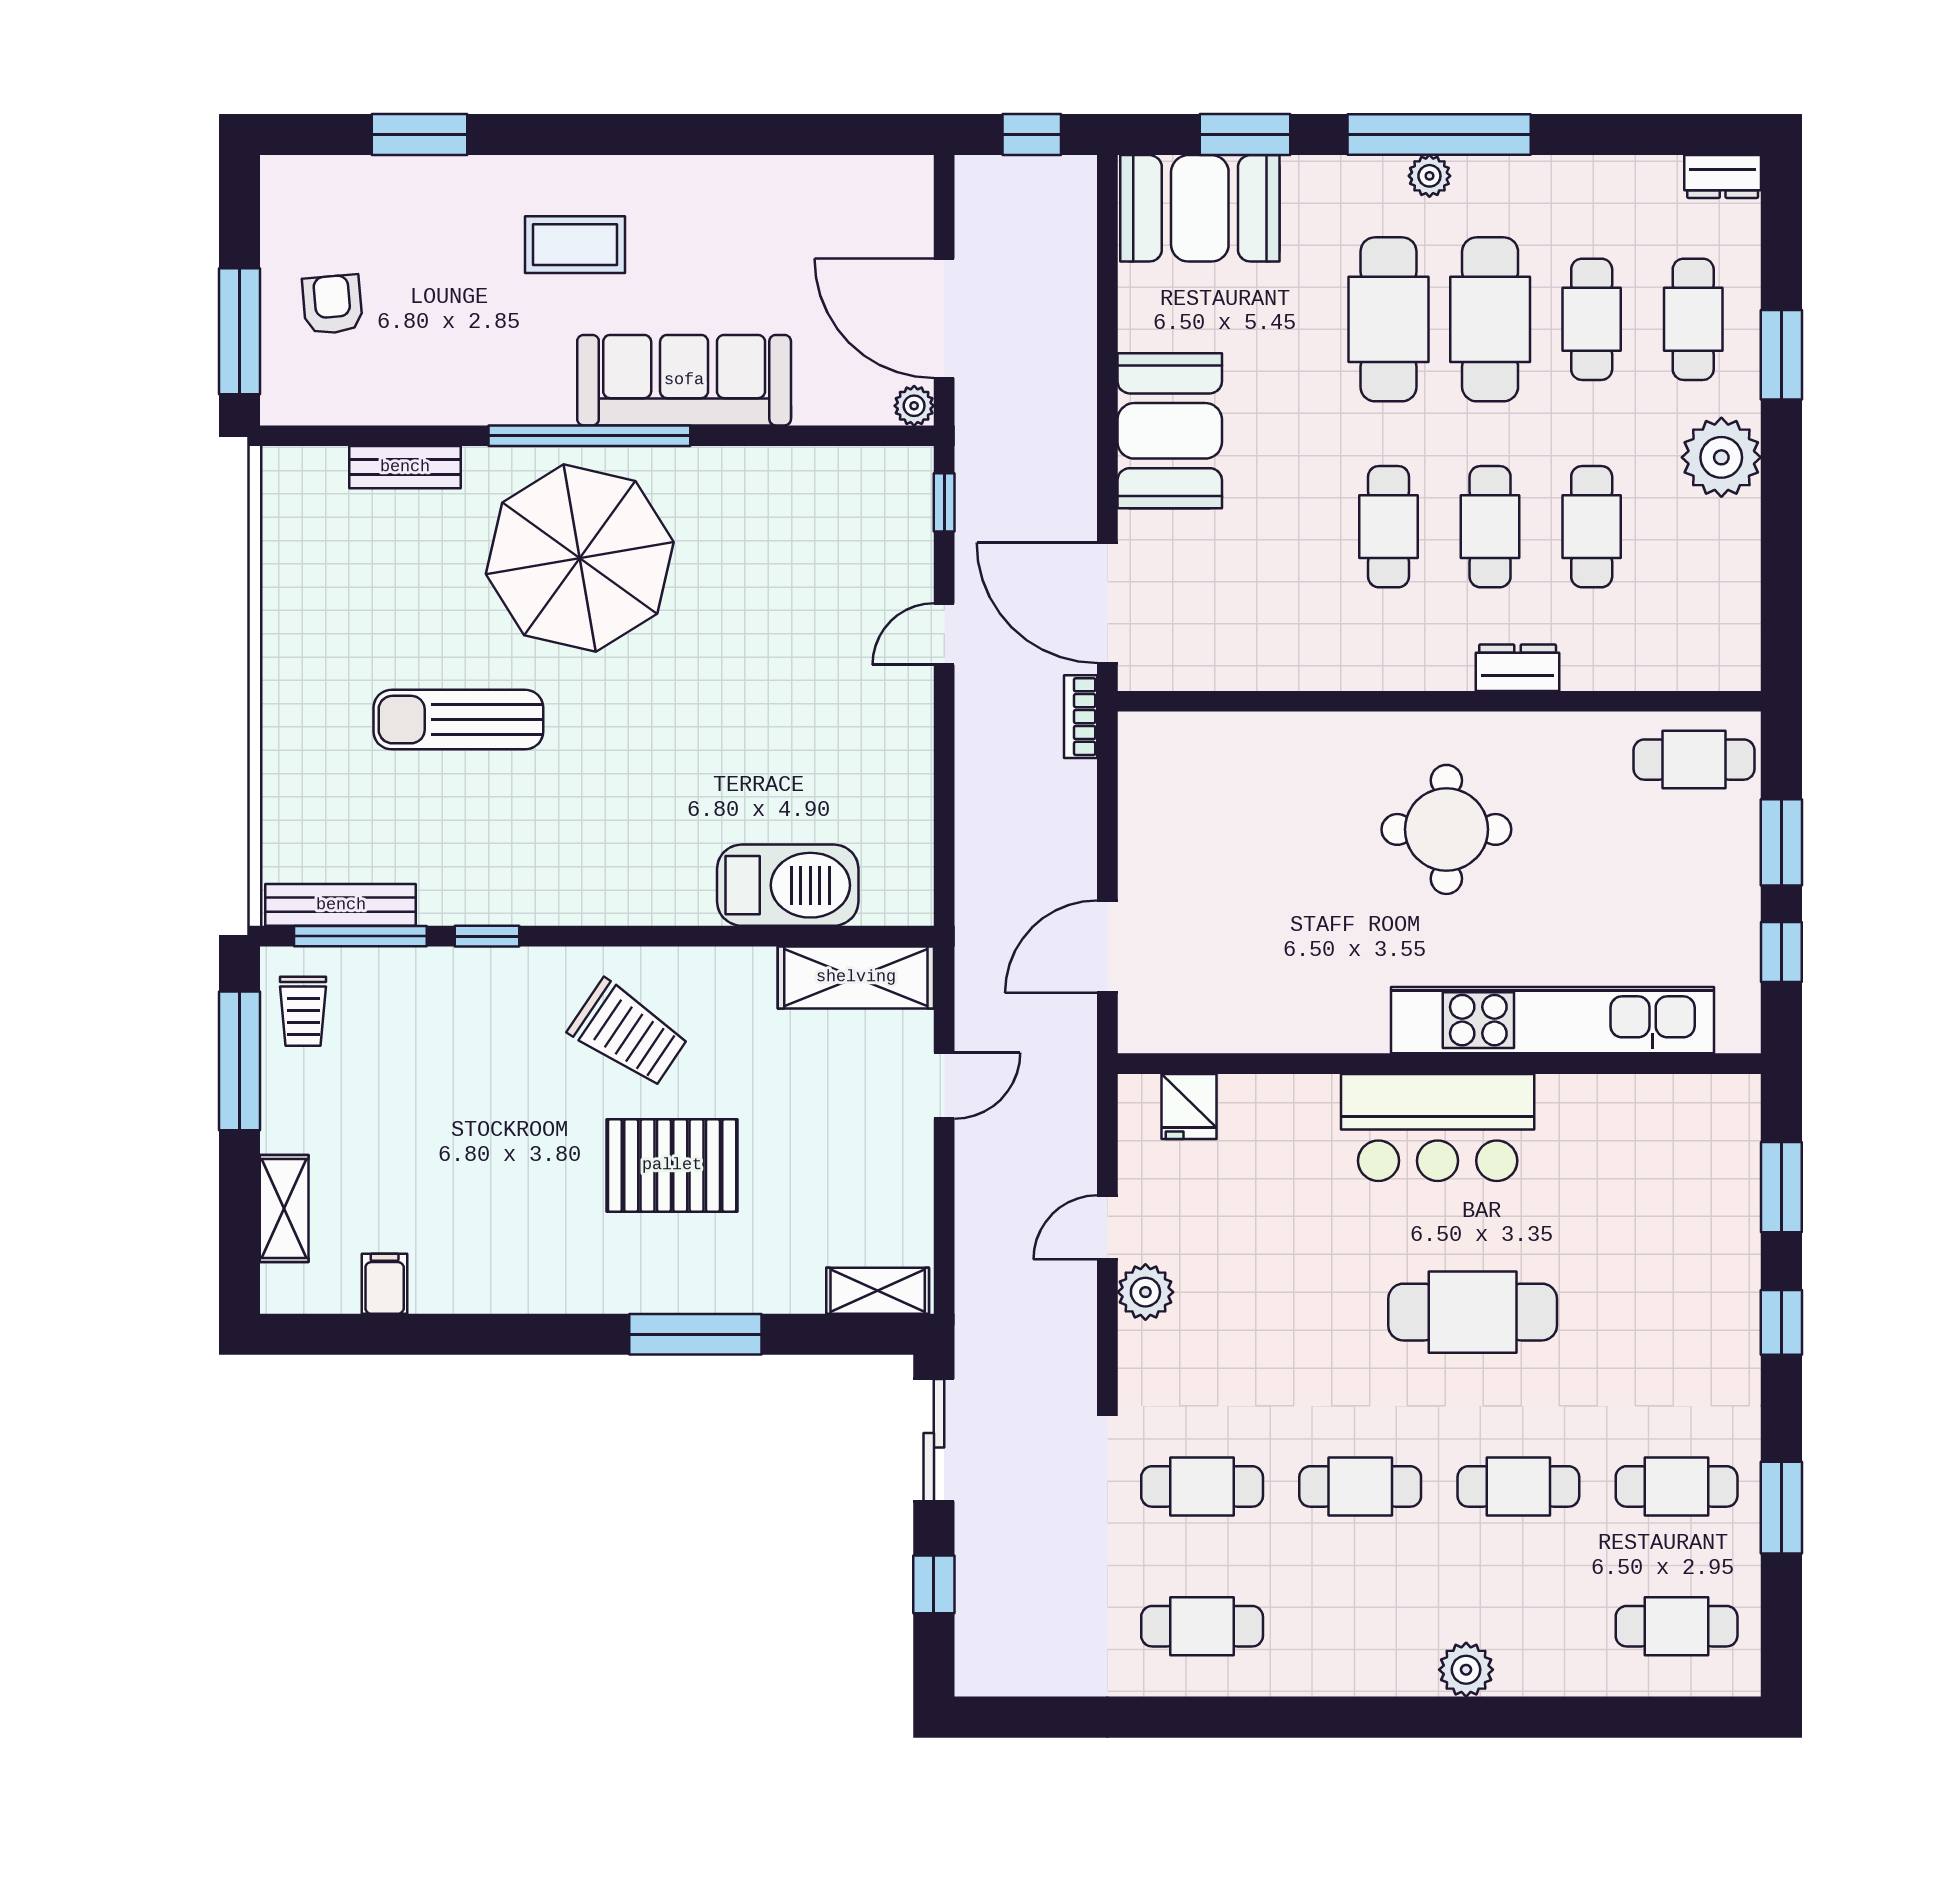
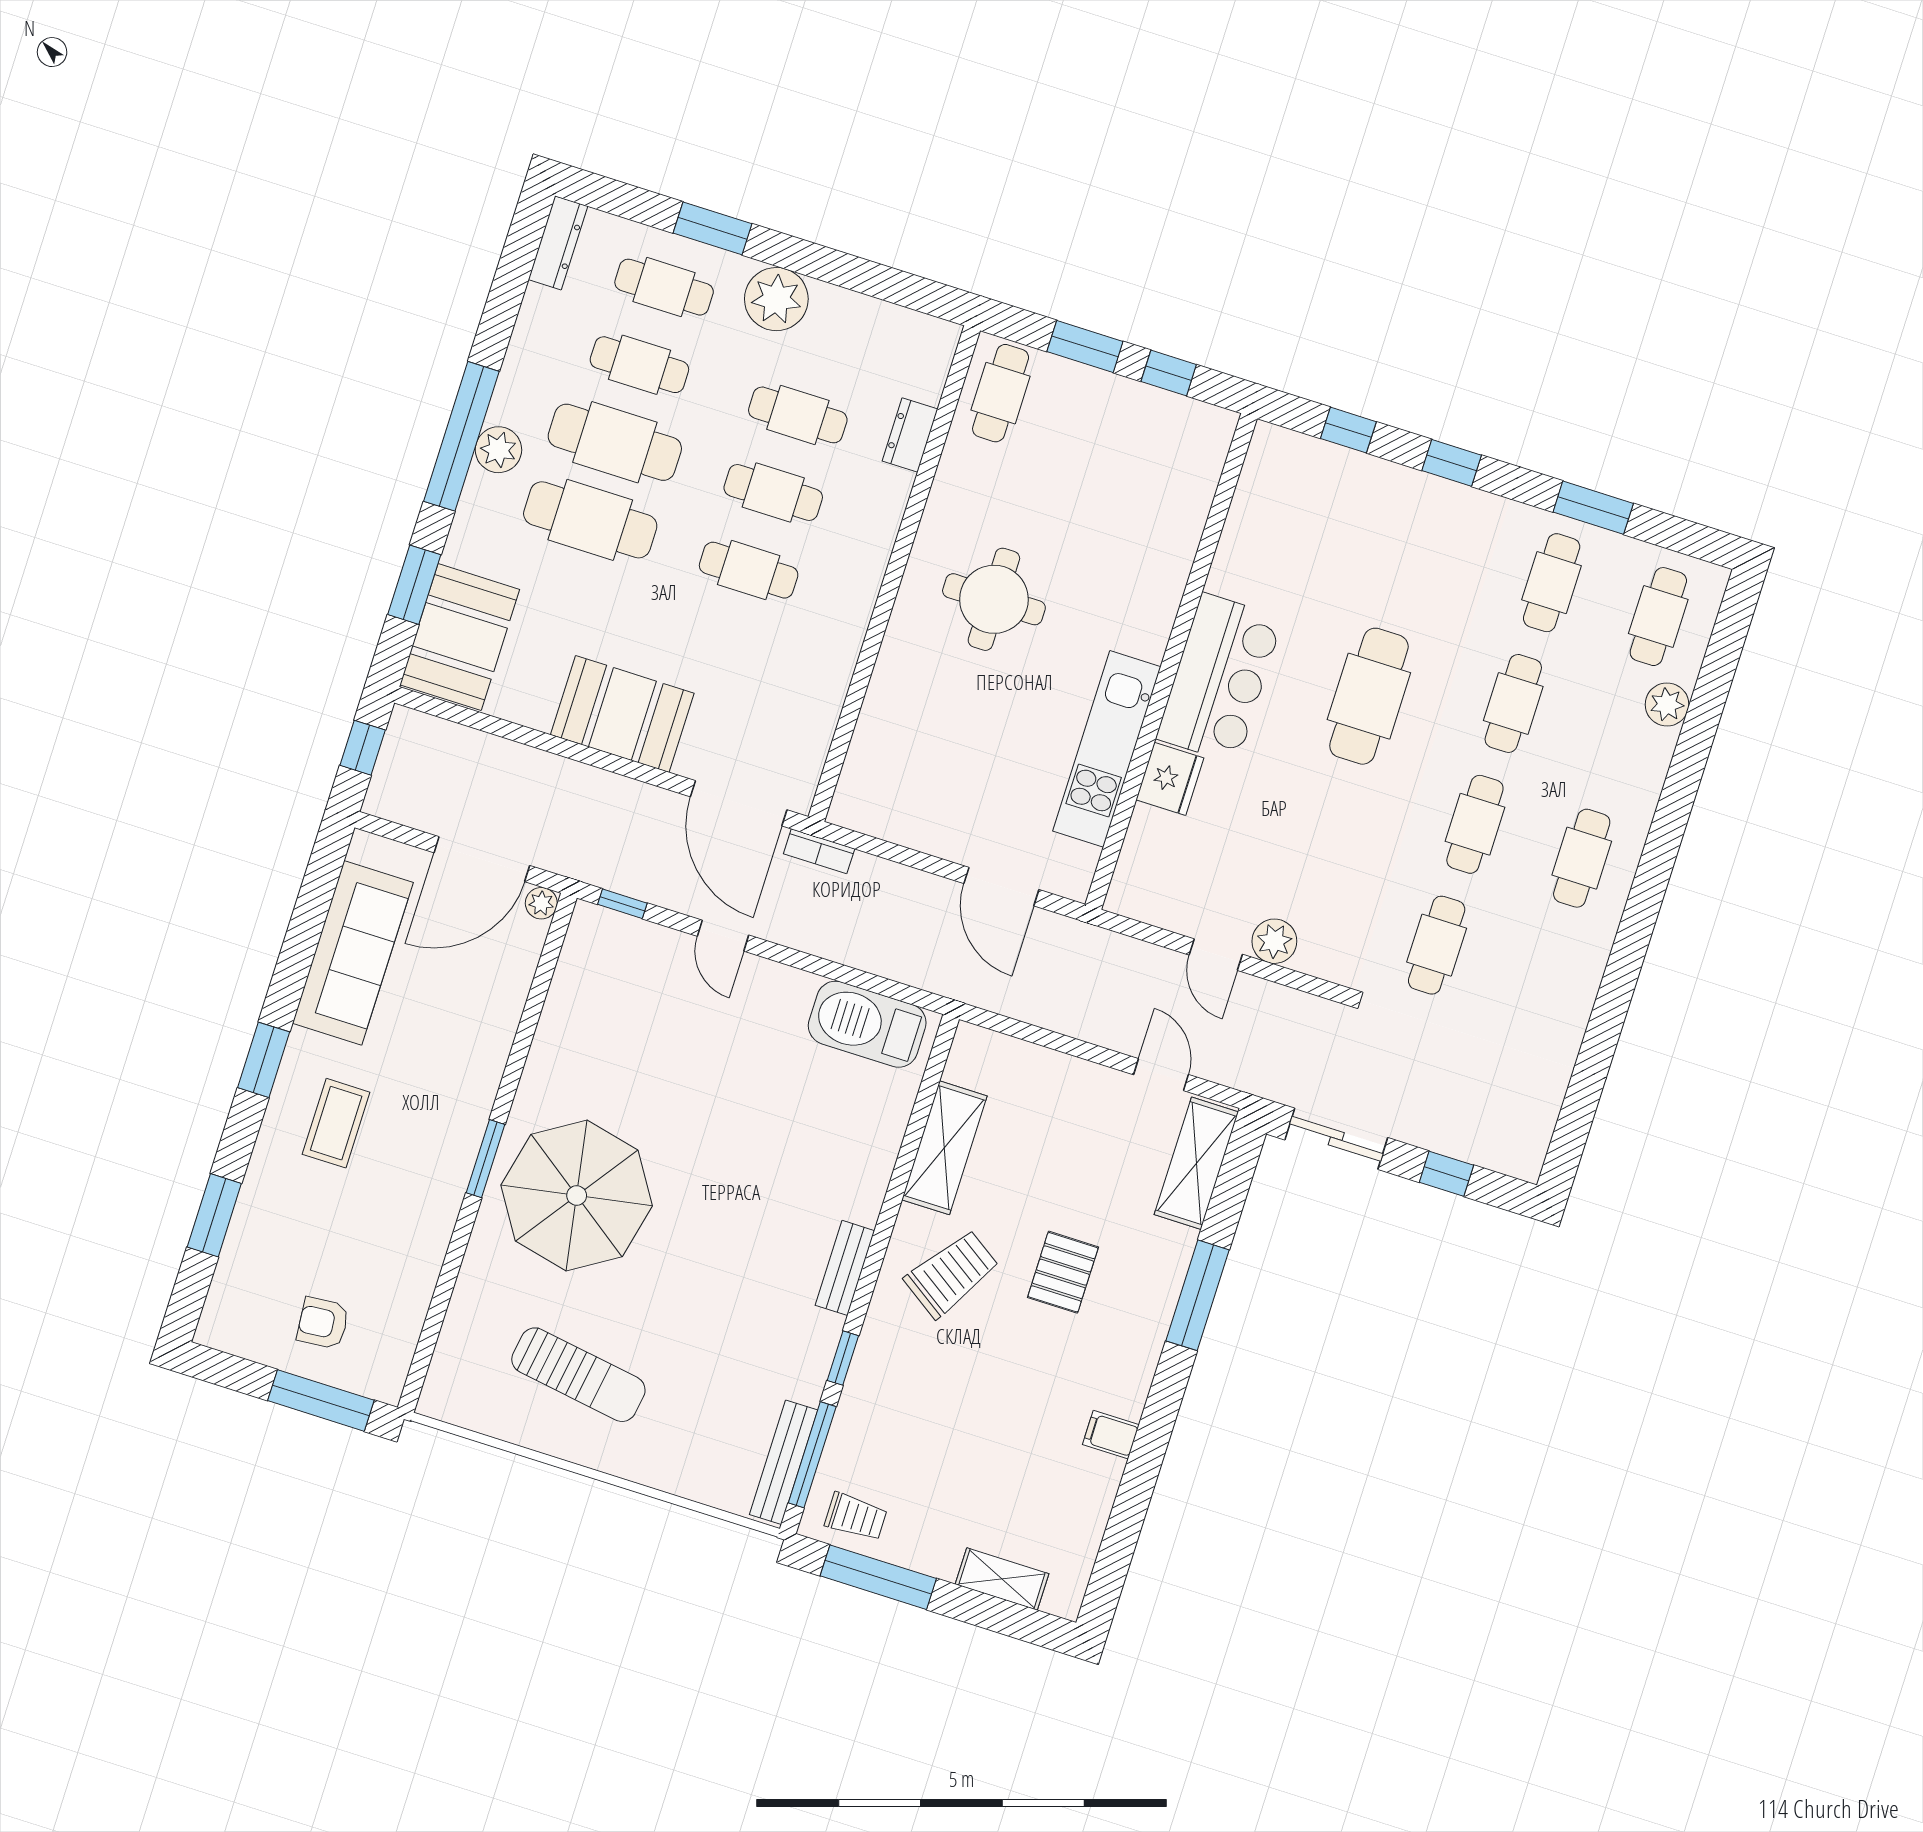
window: (623, 135) -> (264, 1060), added
plant: (1429, 176) -> (498, 450), width x1.38, depth x1.38
dresser: (1723, 176) -> (558, 243), width x1.44
sofa: (684, 380) -> (353, 953), moved, turned 180
window: (589, 436) -> (485, 1159), width x0.47
bench: (405, 467) -> (845, 1268), moved
door: (1107, 603) -> (739, 803), hinge flipped
dresser: (1518, 668) -> (910, 435), moved
sun lounger: (458, 720) -> (578, 1375), moved, turned -81
barbecue: (788, 885) -> (867, 1024), moved, turned -90
shelving: (856, 977) -> (944, 1148), moved
kitchen unit: (1553, 1020) -> (1107, 749), moved, width x0.73
door: (944, 1086) -> (1161, 1075), moved
fridge: (1189, 1107) -> (1170, 779), moved, width x1.38
pallet: (672, 1165) -> (1063, 1272), width x0.67, depth x0.71
window: (1781, 1187) -> (1348, 430), width x0.67
filing cabinet: (385, 1284) -> (1111, 1435), moved
shelving: (878, 1291) -> (1196, 1163), width x1.50, depth x1.33
cafe table: (1202, 1626) -> (1582, 858), moved
plant: (1466, 1670) -> (1667, 704), moved

